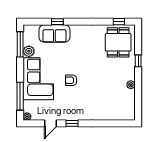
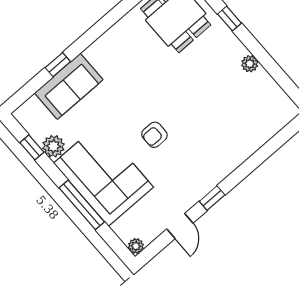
window: (20, 44) -> (32, 147), width x0.46
window: (20, 96) -> (82, 205), moved

